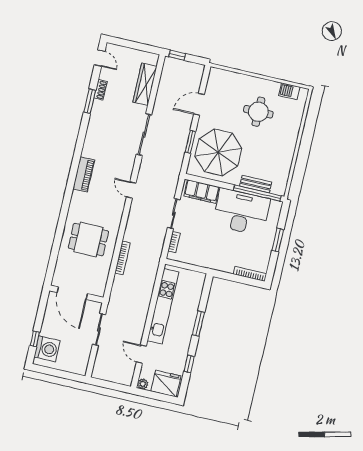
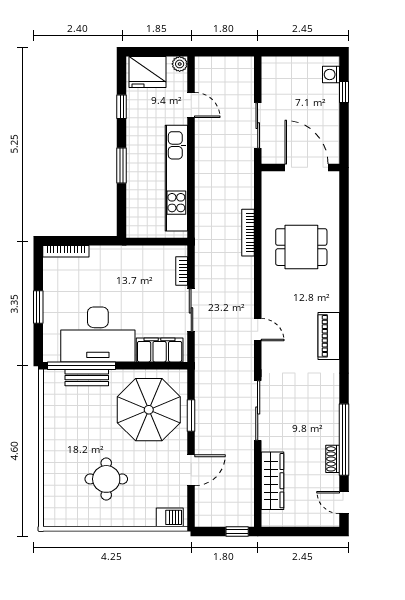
barbecue: (289, 91) -> (170, 517), moved
window: (90, 101) -> (344, 440), width x2.11
washing machine: (47, 349) -> (331, 75), width x0.53, depth x0.53

